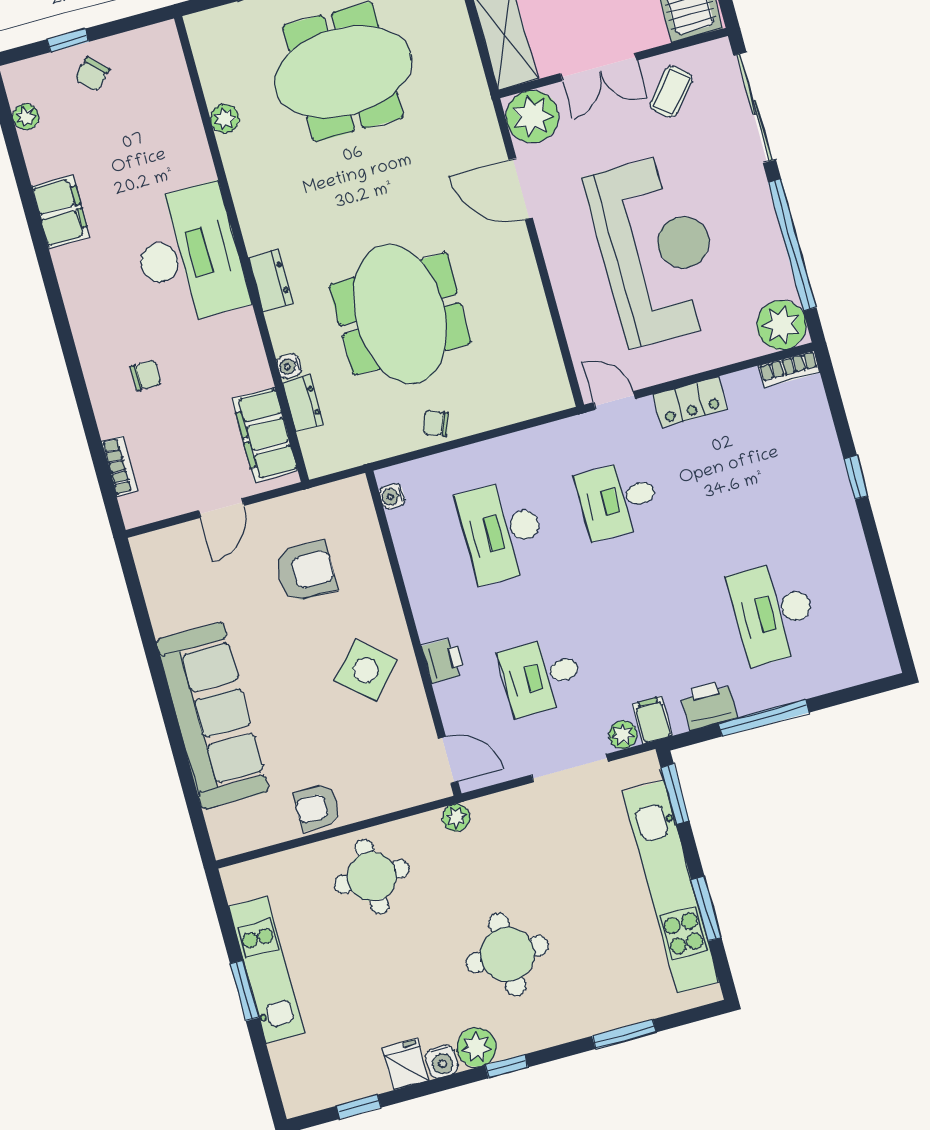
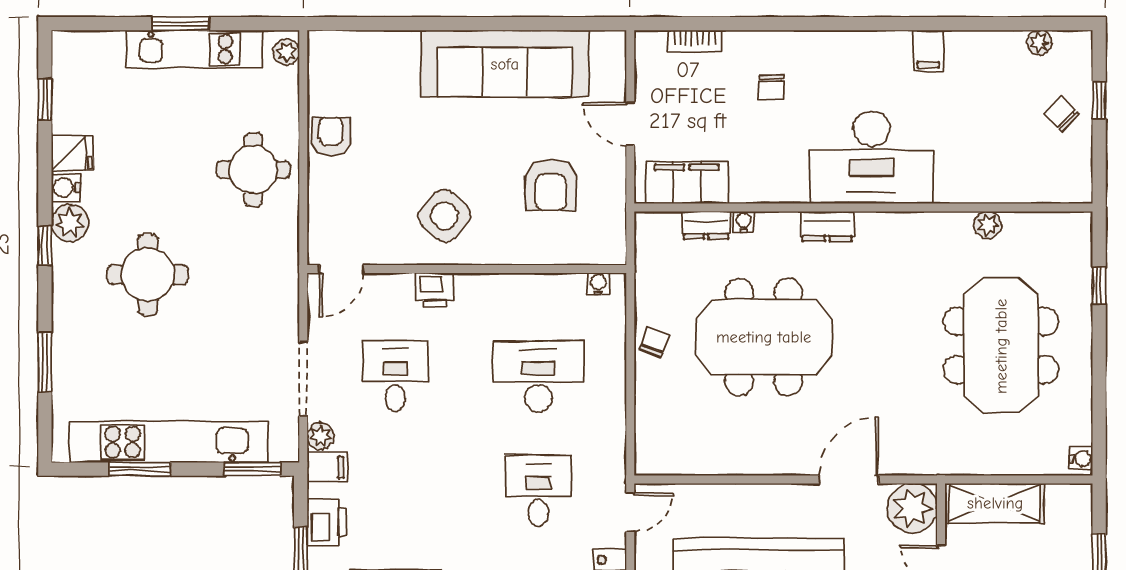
filing cabinet: (61, 212) -> (928, 51), width x0.50
sofa: (213, 716) -> (505, 64), moved
plant: (456, 818) -> (286, 52), moved

